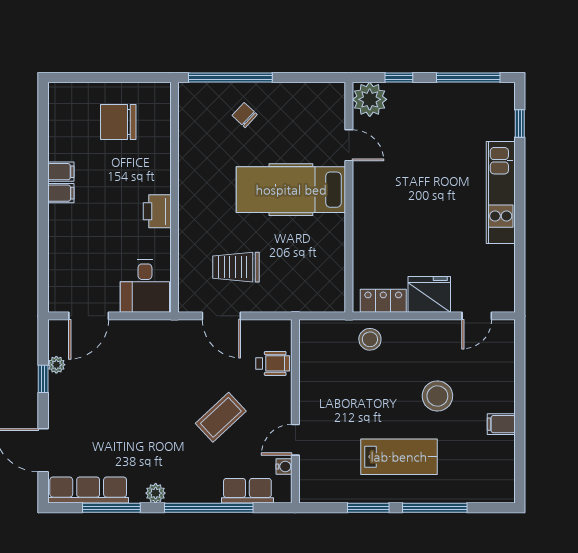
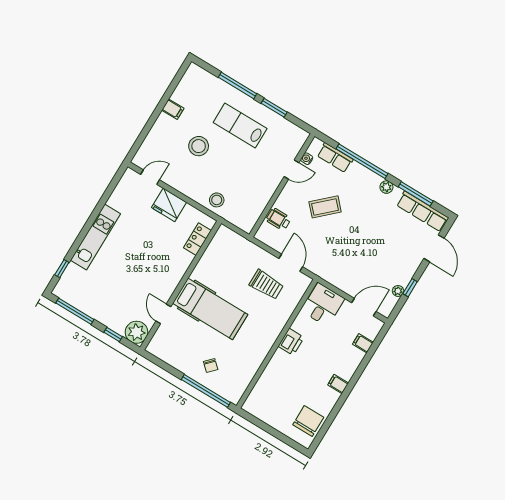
chair: (118, 122) -> (308, 421), moved, turned -90
filing cabinet: (61, 172) -> (363, 343), moved
locker: (383, 301) -> (197, 239), moved, turned 90

